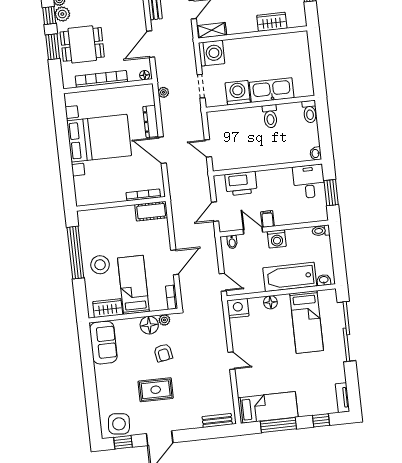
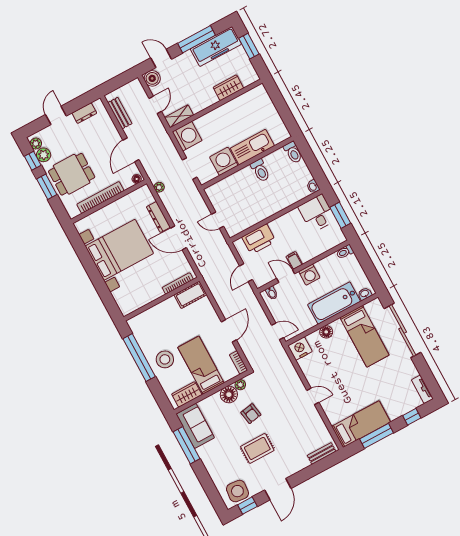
window: (87, 358) -> (187, 445), added

